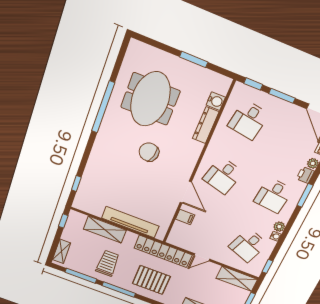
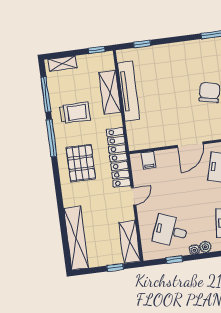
filing cabinet: (185, 217) -> (149, 160), moved
tv unit: (130, 222) -> (129, 91), moved
door: (202, 257) -> (133, 196), swing flipped
window: (267, 266) -> (174, 260), moved

